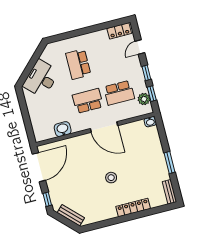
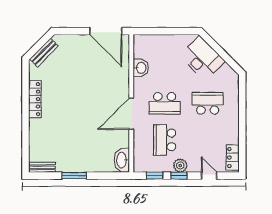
plant: (144, 99) -> (180, 165), moved
school desk: (88, 101) -> (165, 103), turned 90
washbasin: (150, 122) -> (122, 160), width x1.91, depth x1.45
stool: (111, 178) -> (74, 107), removed
window: (47, 199) -> (68, 31), removed
locker: (133, 207) -> (35, 99), moved

